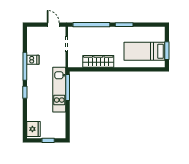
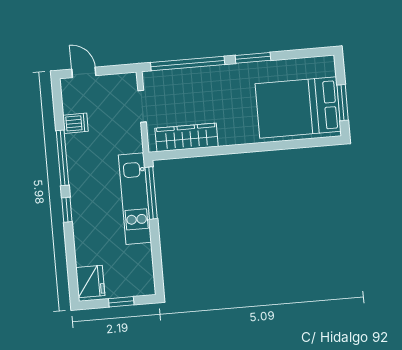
door: (53, 25) -> (84, 72), moved
bed: (144, 51) -> (298, 108), width x1.50
dishwasher: (33, 60) -> (75, 123), moved
wardrobe: (98, 61) -> (187, 137), moved

